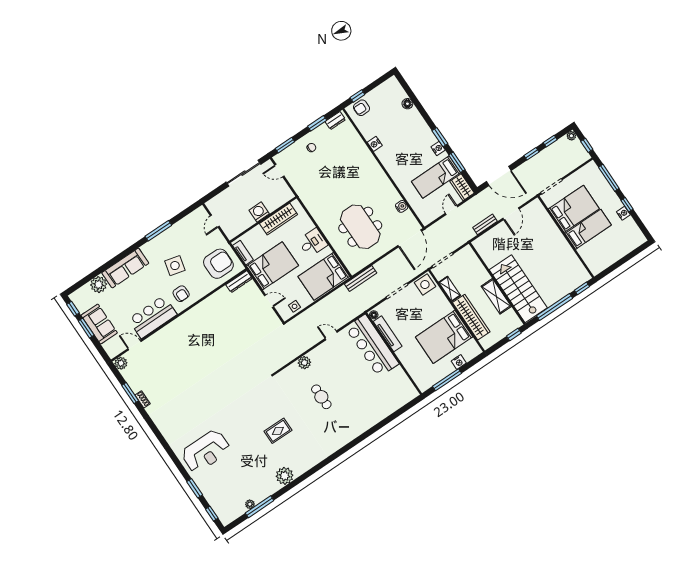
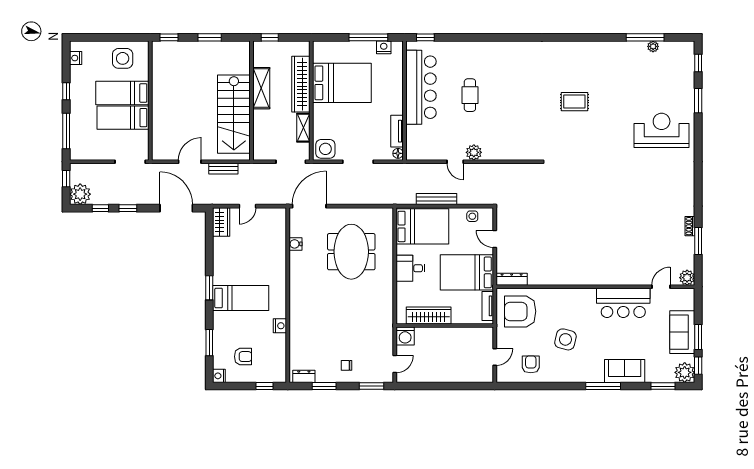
floor lamp: (407, 104) -> (219, 344), removed
armchair: (361, 108) -> (243, 357), moved
plant: (571, 136) -> (80, 194), width x1.88, depth x1.88
nightstand: (438, 148) -> (219, 376), moved
window: (457, 162) -> (209, 343), moved
door: (279, 171) -> (395, 364), hinge flipped
sliding door: (243, 173) -> (433, 386), removed
bed: (436, 177) -> (241, 298), moved
bed: (574, 209) -> (123, 118), width x0.67
washing machine: (259, 212) -> (405, 336), moved
nightstand: (623, 213) -> (76, 58), moved
window: (158, 231) -> (603, 386), moved
side table: (604, 253) -> (123, 58), added
sofa: (125, 268) -> (625, 371), width x0.73
window: (87, 279) -> (663, 386), added
bench: (361, 279) -> (436, 199), moved
plant: (99, 285) -> (685, 372), moved
stairs: (518, 289) -> (234, 114), moved
armchair: (181, 294) -> (531, 364), moved
window: (555, 307) -> (210, 37), width x0.47
tv unit: (388, 334) -> (397, 131), width x0.71
door: (134, 345) -> (661, 287), swing flipped
bar counter: (372, 346) -> (421, 87), moved
nightstand: (459, 362) -> (384, 47), moved
plant: (304, 363) -> (474, 152), moved
cafe table: (321, 397) -> (470, 95), moved
window: (408, 406) -> (425, 37), added
plant: (285, 476) -> (599, 51), removed

